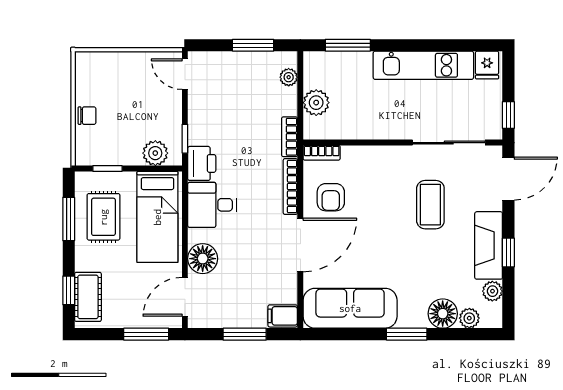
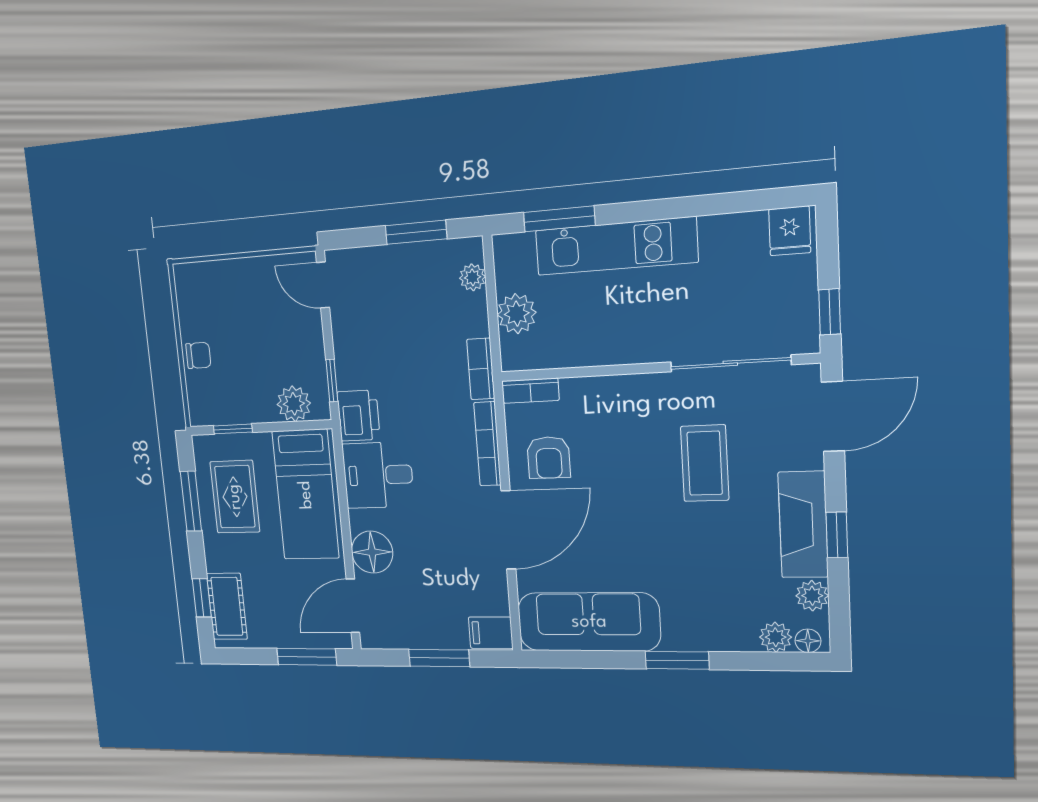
kitchen unit: (423, 65) -> (616, 246), moved
floor lamp: (443, 314) -> (808, 641), moved, width x0.53, depth x0.53

